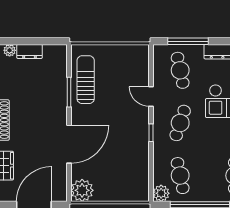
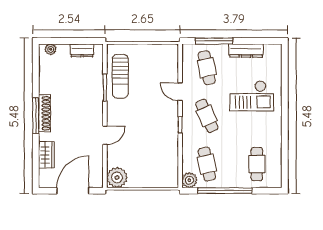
dresser: (30, 51) -> (82, 50), moved
sun lounger: (86, 80) -> (120, 76), turned 180
cafe table: (180, 123) -> (207, 116), turned -42
door: (69, 144) -> (105, 135), width x0.53

